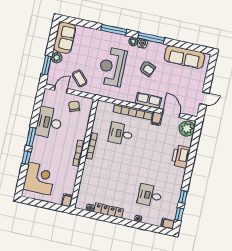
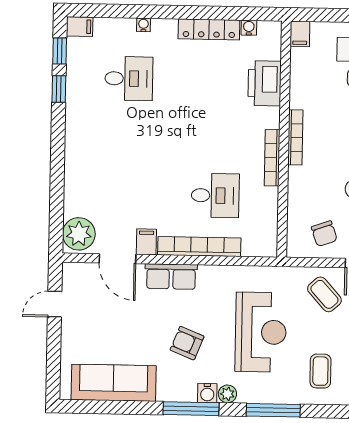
coffee table: (88, 44) -> (320, 371), added
printer: (181, 156) -> (265, 83), moved, turned 180

